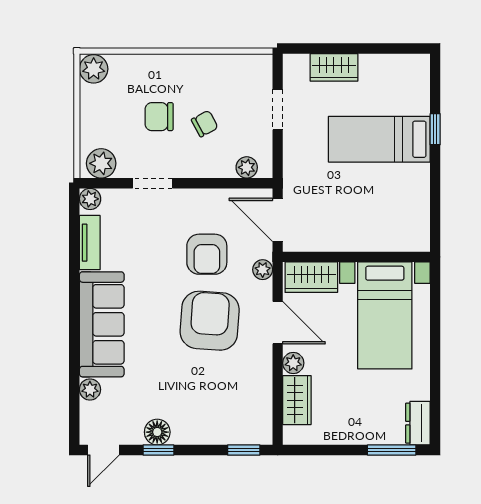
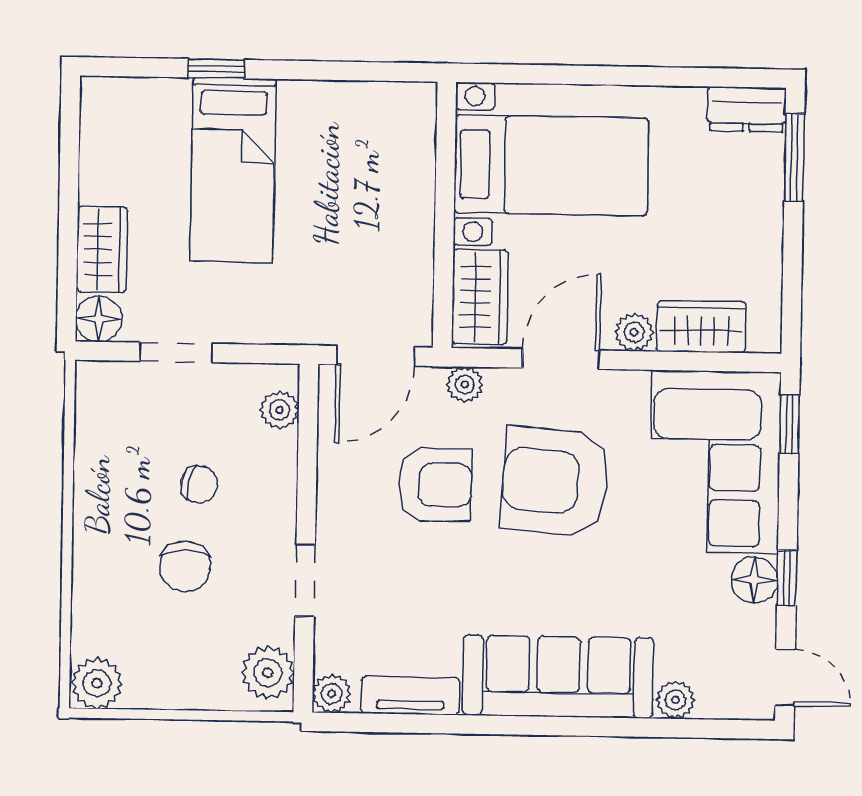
floor lamp: (295, 66) -> (99, 319), added
chair: (205, 124) -> (199, 484), turned 131
corner sofa: (222, 409) -> (715, 462), added

